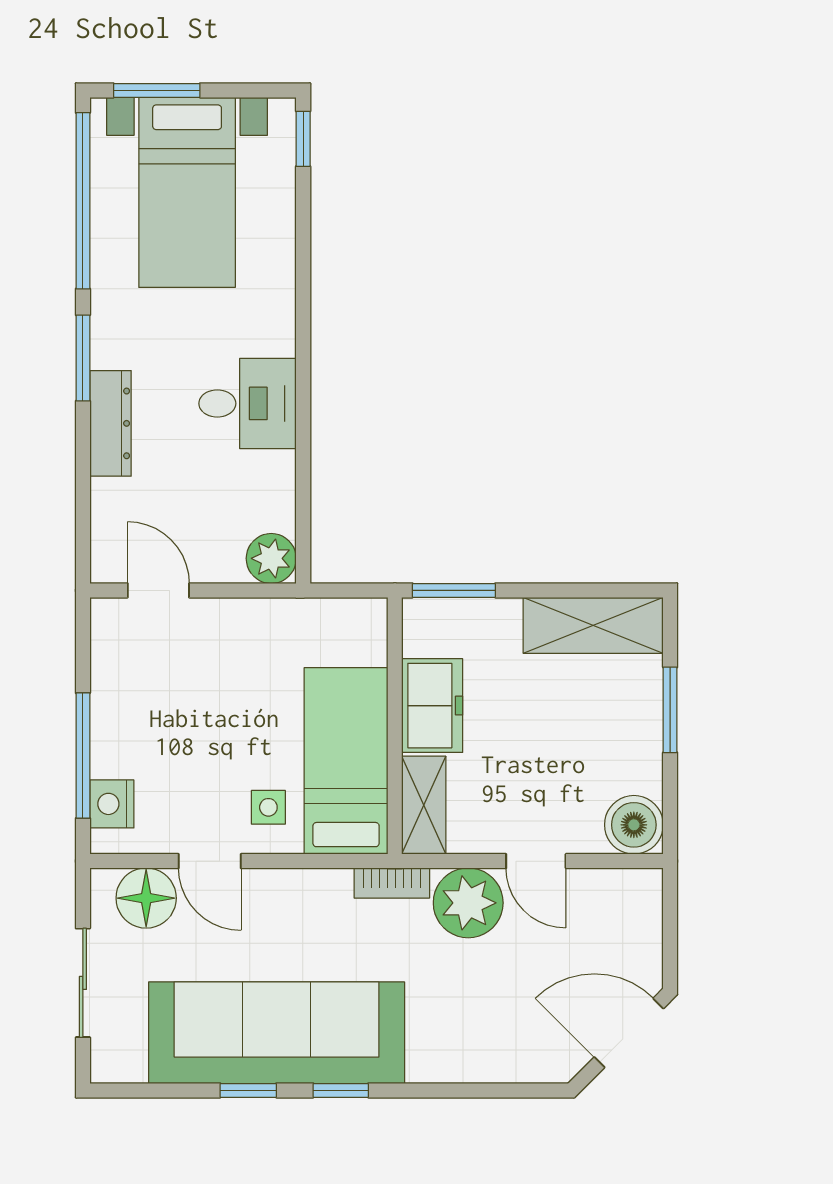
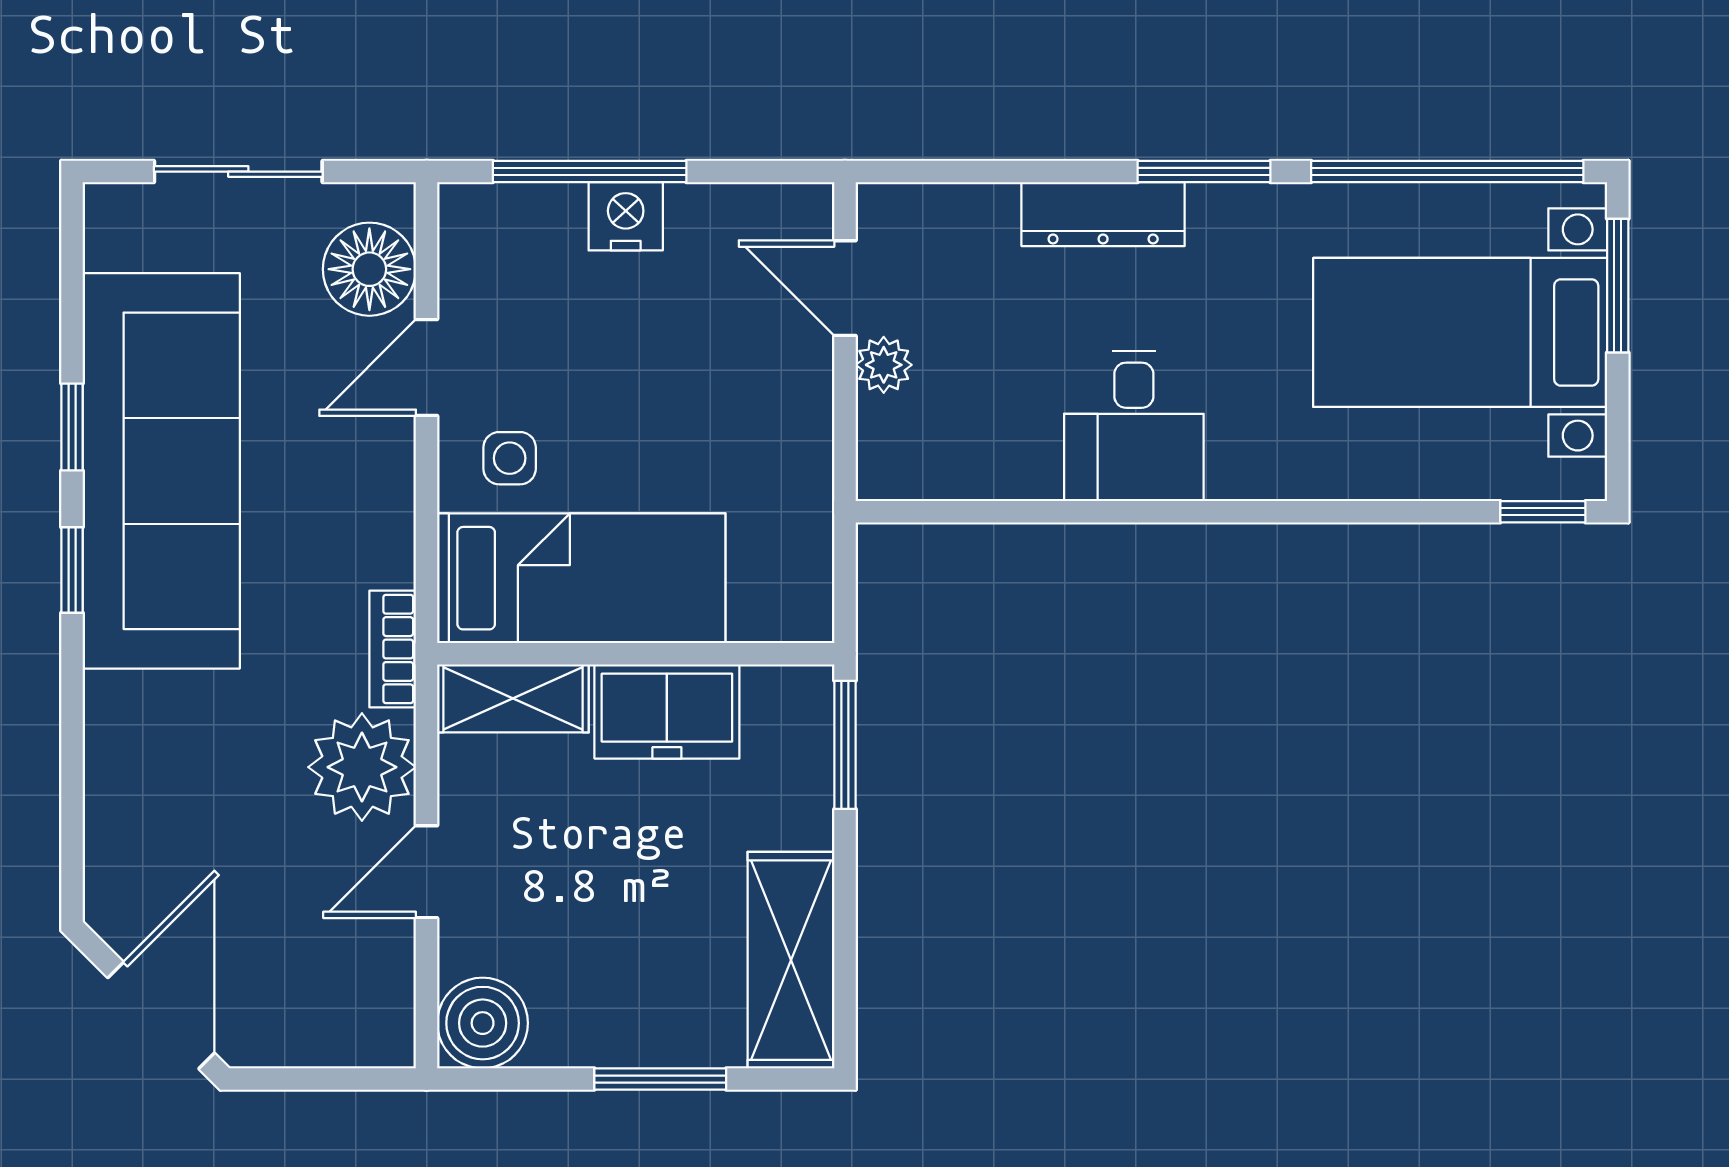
plant: (271, 558) -> (884, 365), moved, width x0.73, depth x0.73
door: (158, 590) -> (845, 288), swing flipped
nightstand: (112, 804) -> (626, 216), moved

